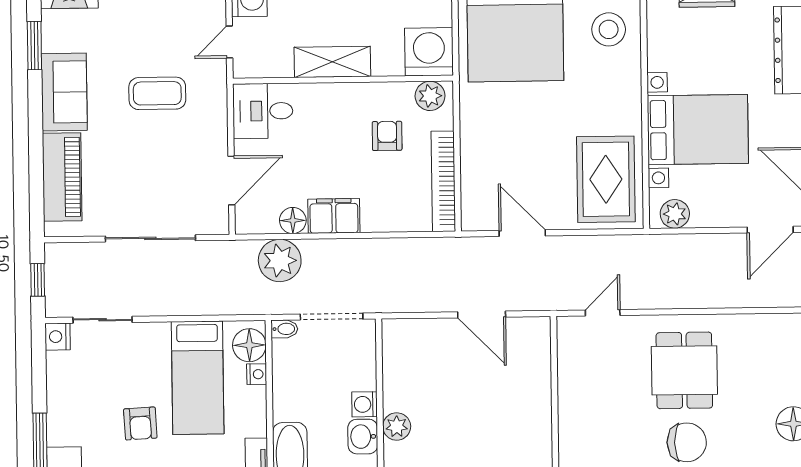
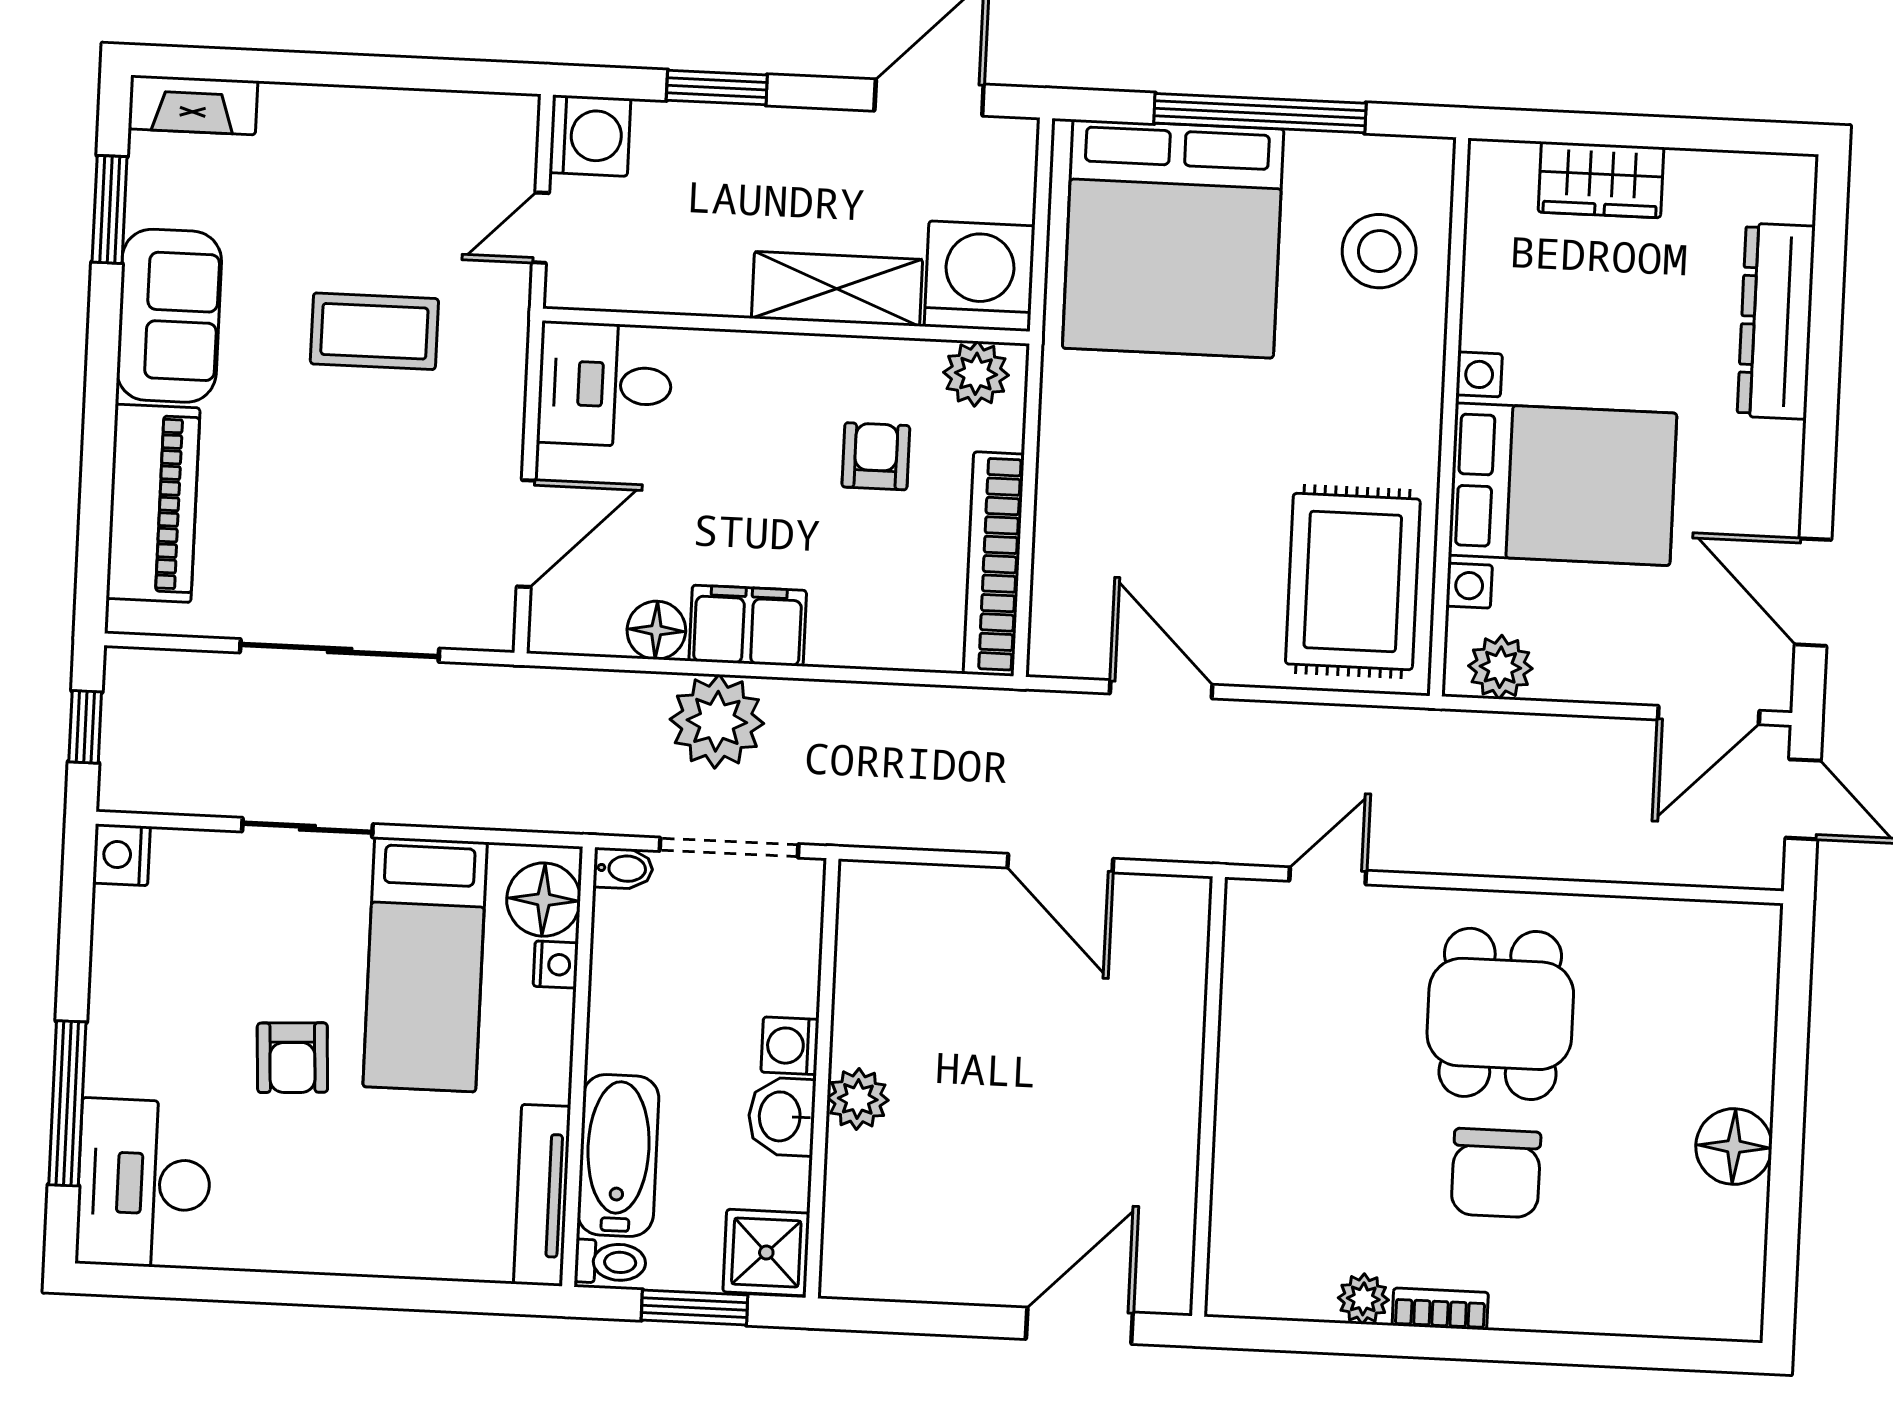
shelving: (332, 62) -> (837, 289), moved
plant: (280, 261) -> (717, 721), moved
sliding door: (103, 320) -> (307, 828), moved
chair: (687, 442) -> (1496, 1173), turned 90

